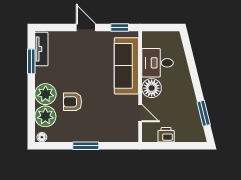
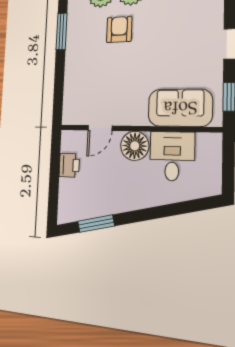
sofa: (126, 66) -> (180, 108), width x0.73
window: (86, 146) -> (61, 31), moved

